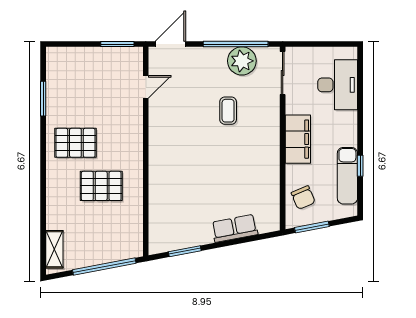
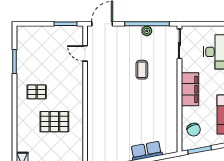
plant: (242, 61) -> (147, 31), width x0.53, depth x0.53
door: (146, 87) -> (85, 53), swing flipped
pallet: (75, 143) -> (37, 92), width x0.67, depth x0.71

